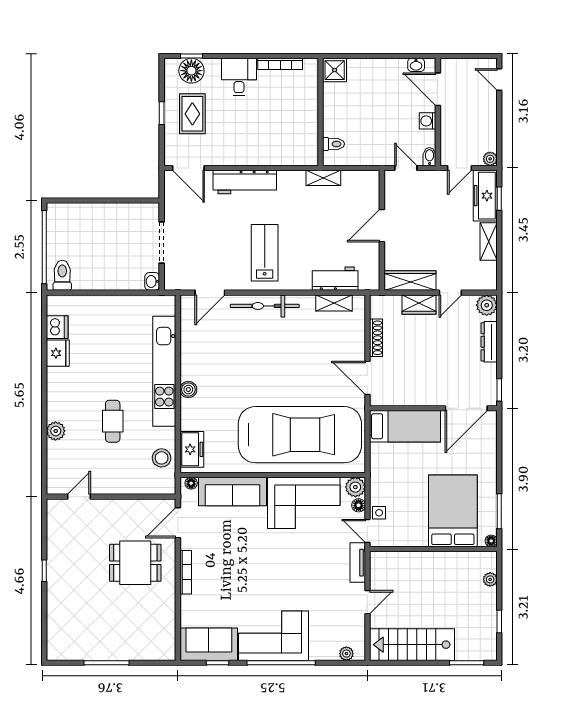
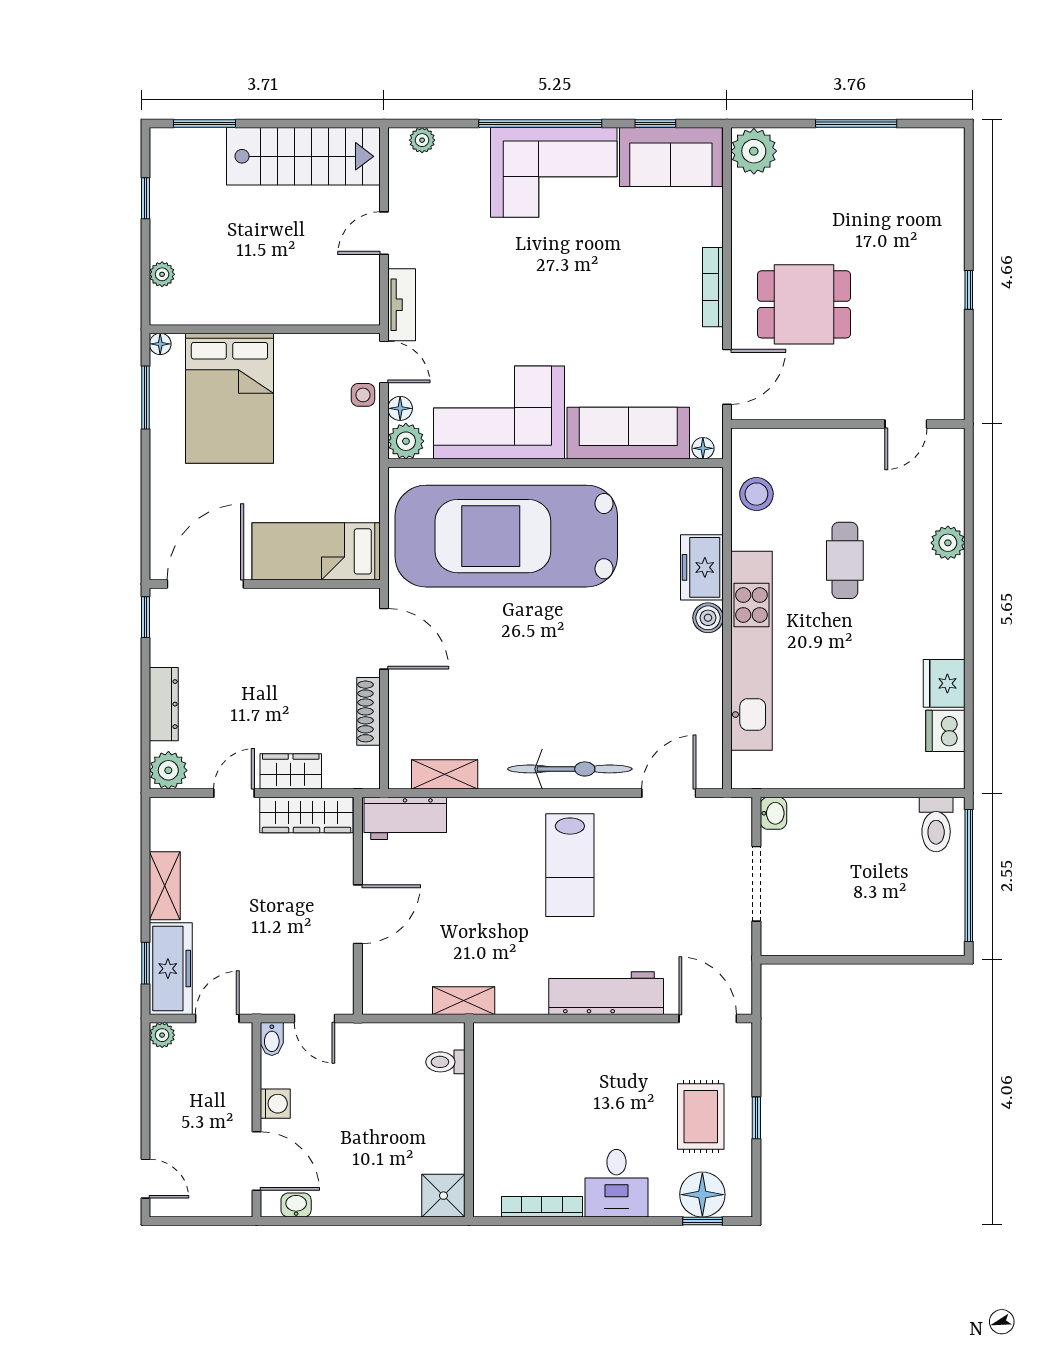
workbench: (335, 279) -> (405, 818), moved
freezer: (192, 449) -> (702, 567), moved
plant: (163, 647) -> (754, 151), added

